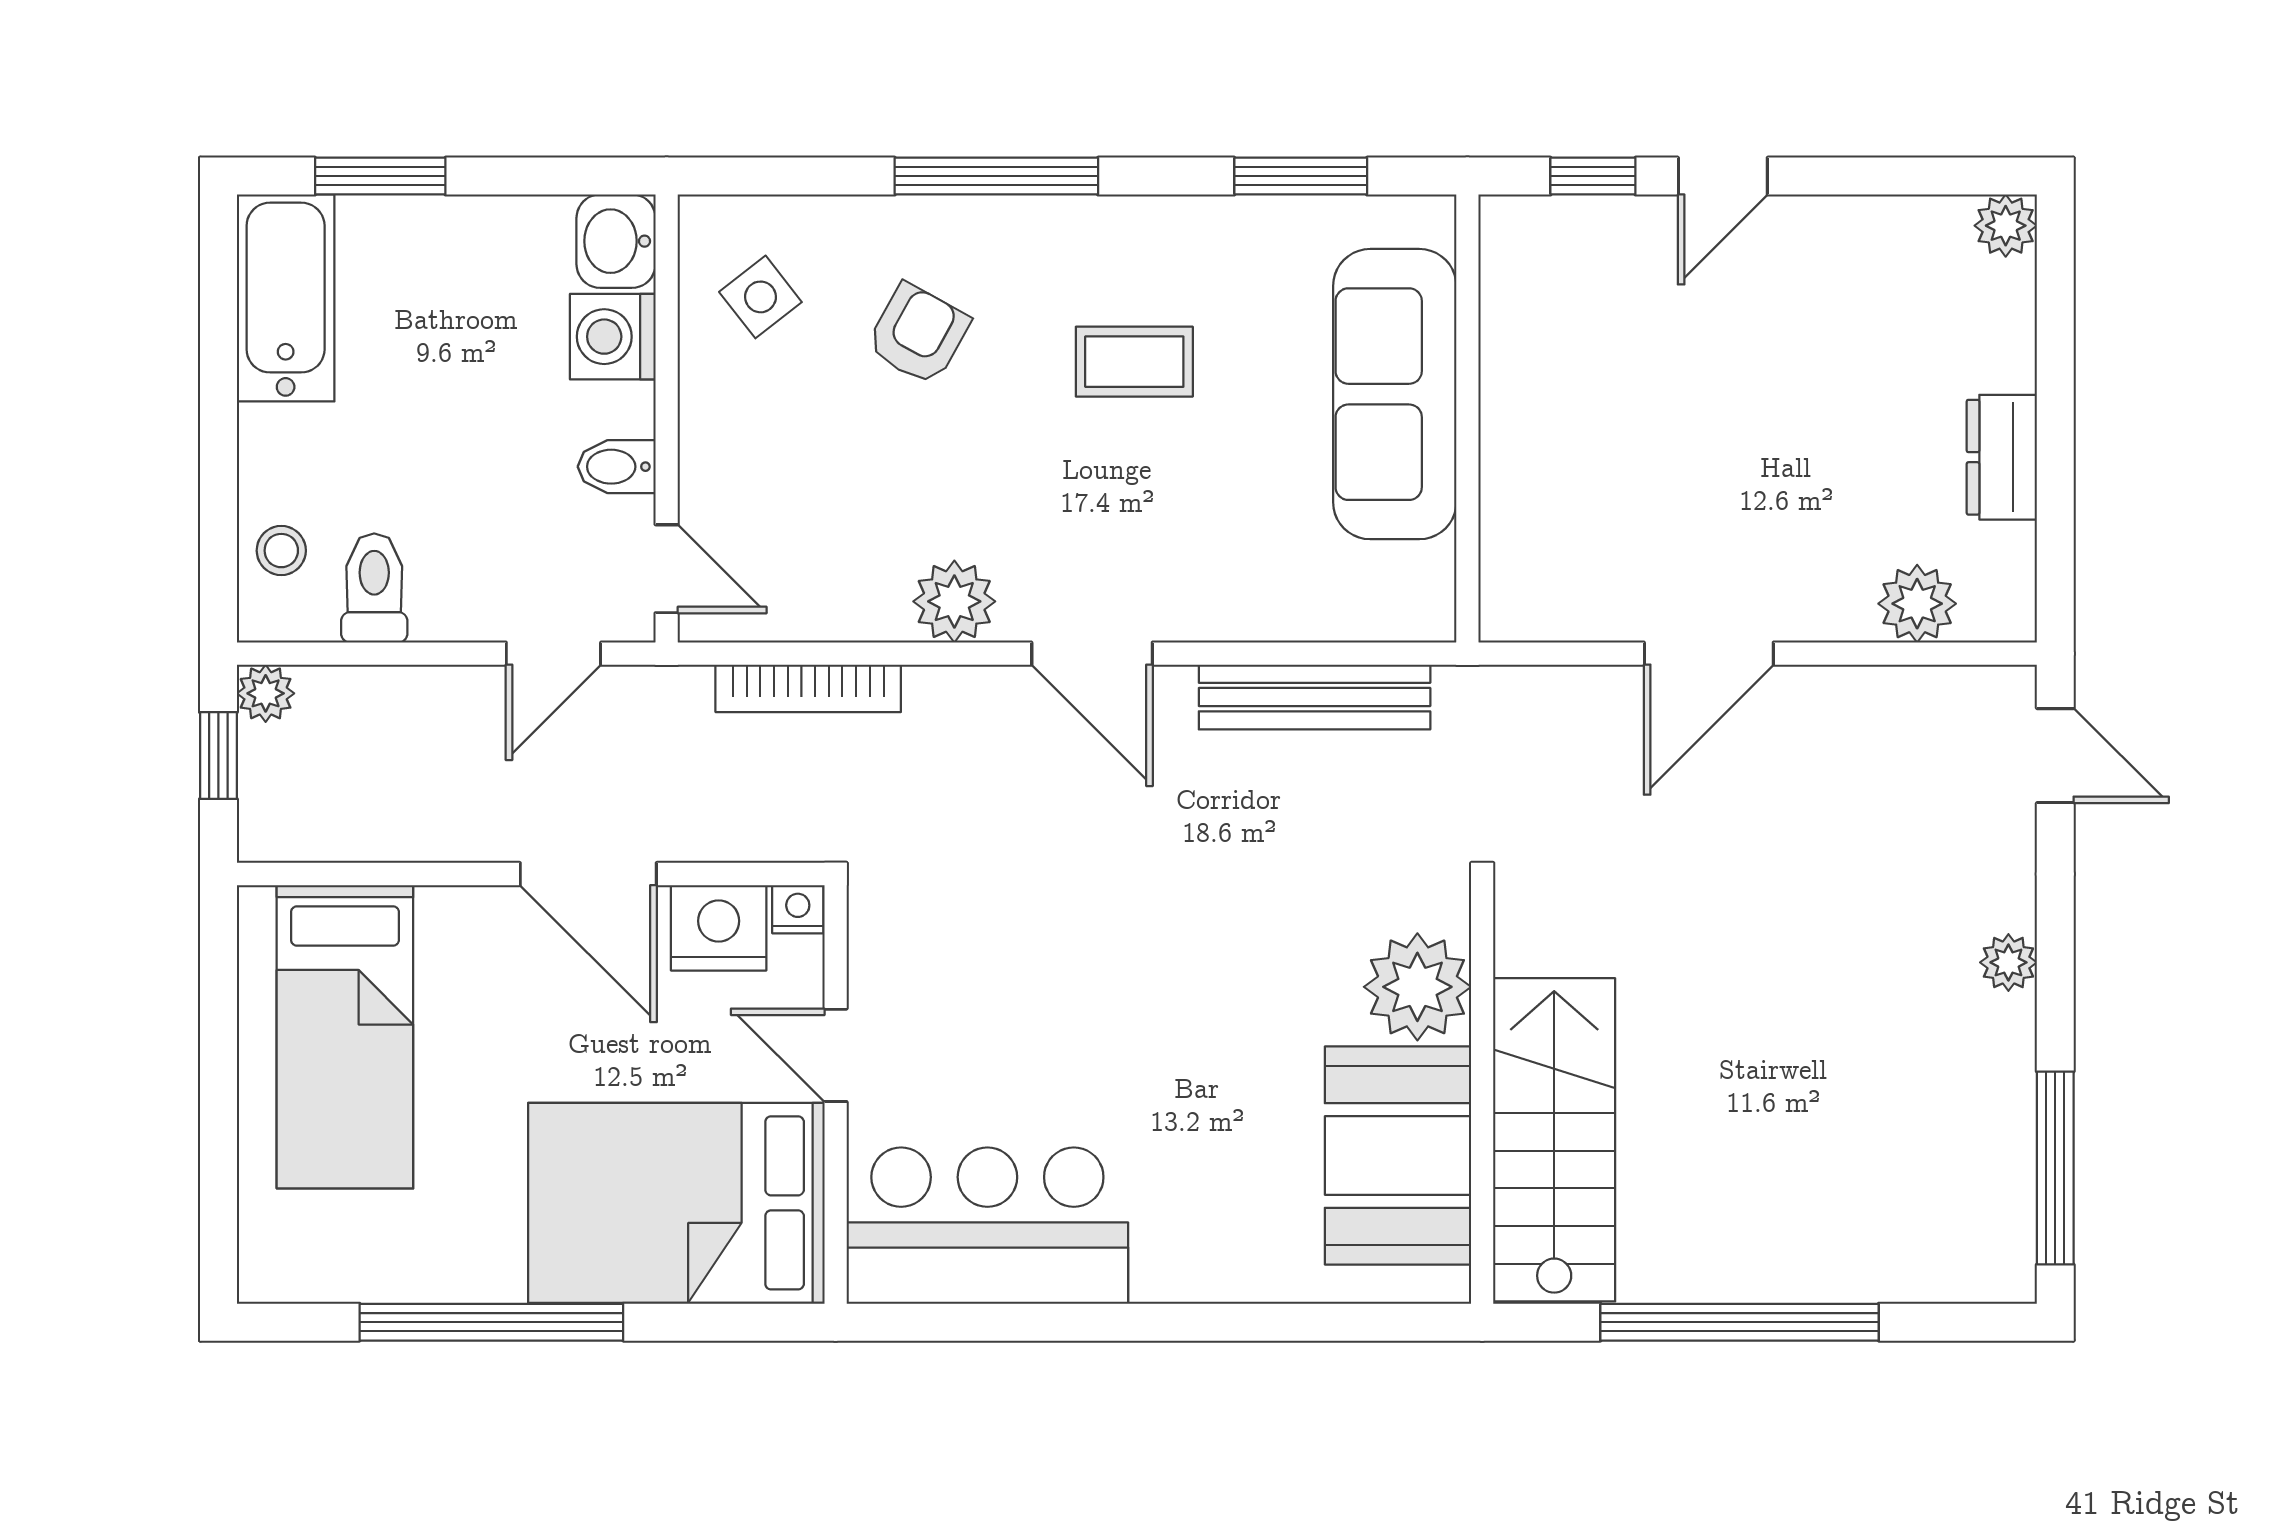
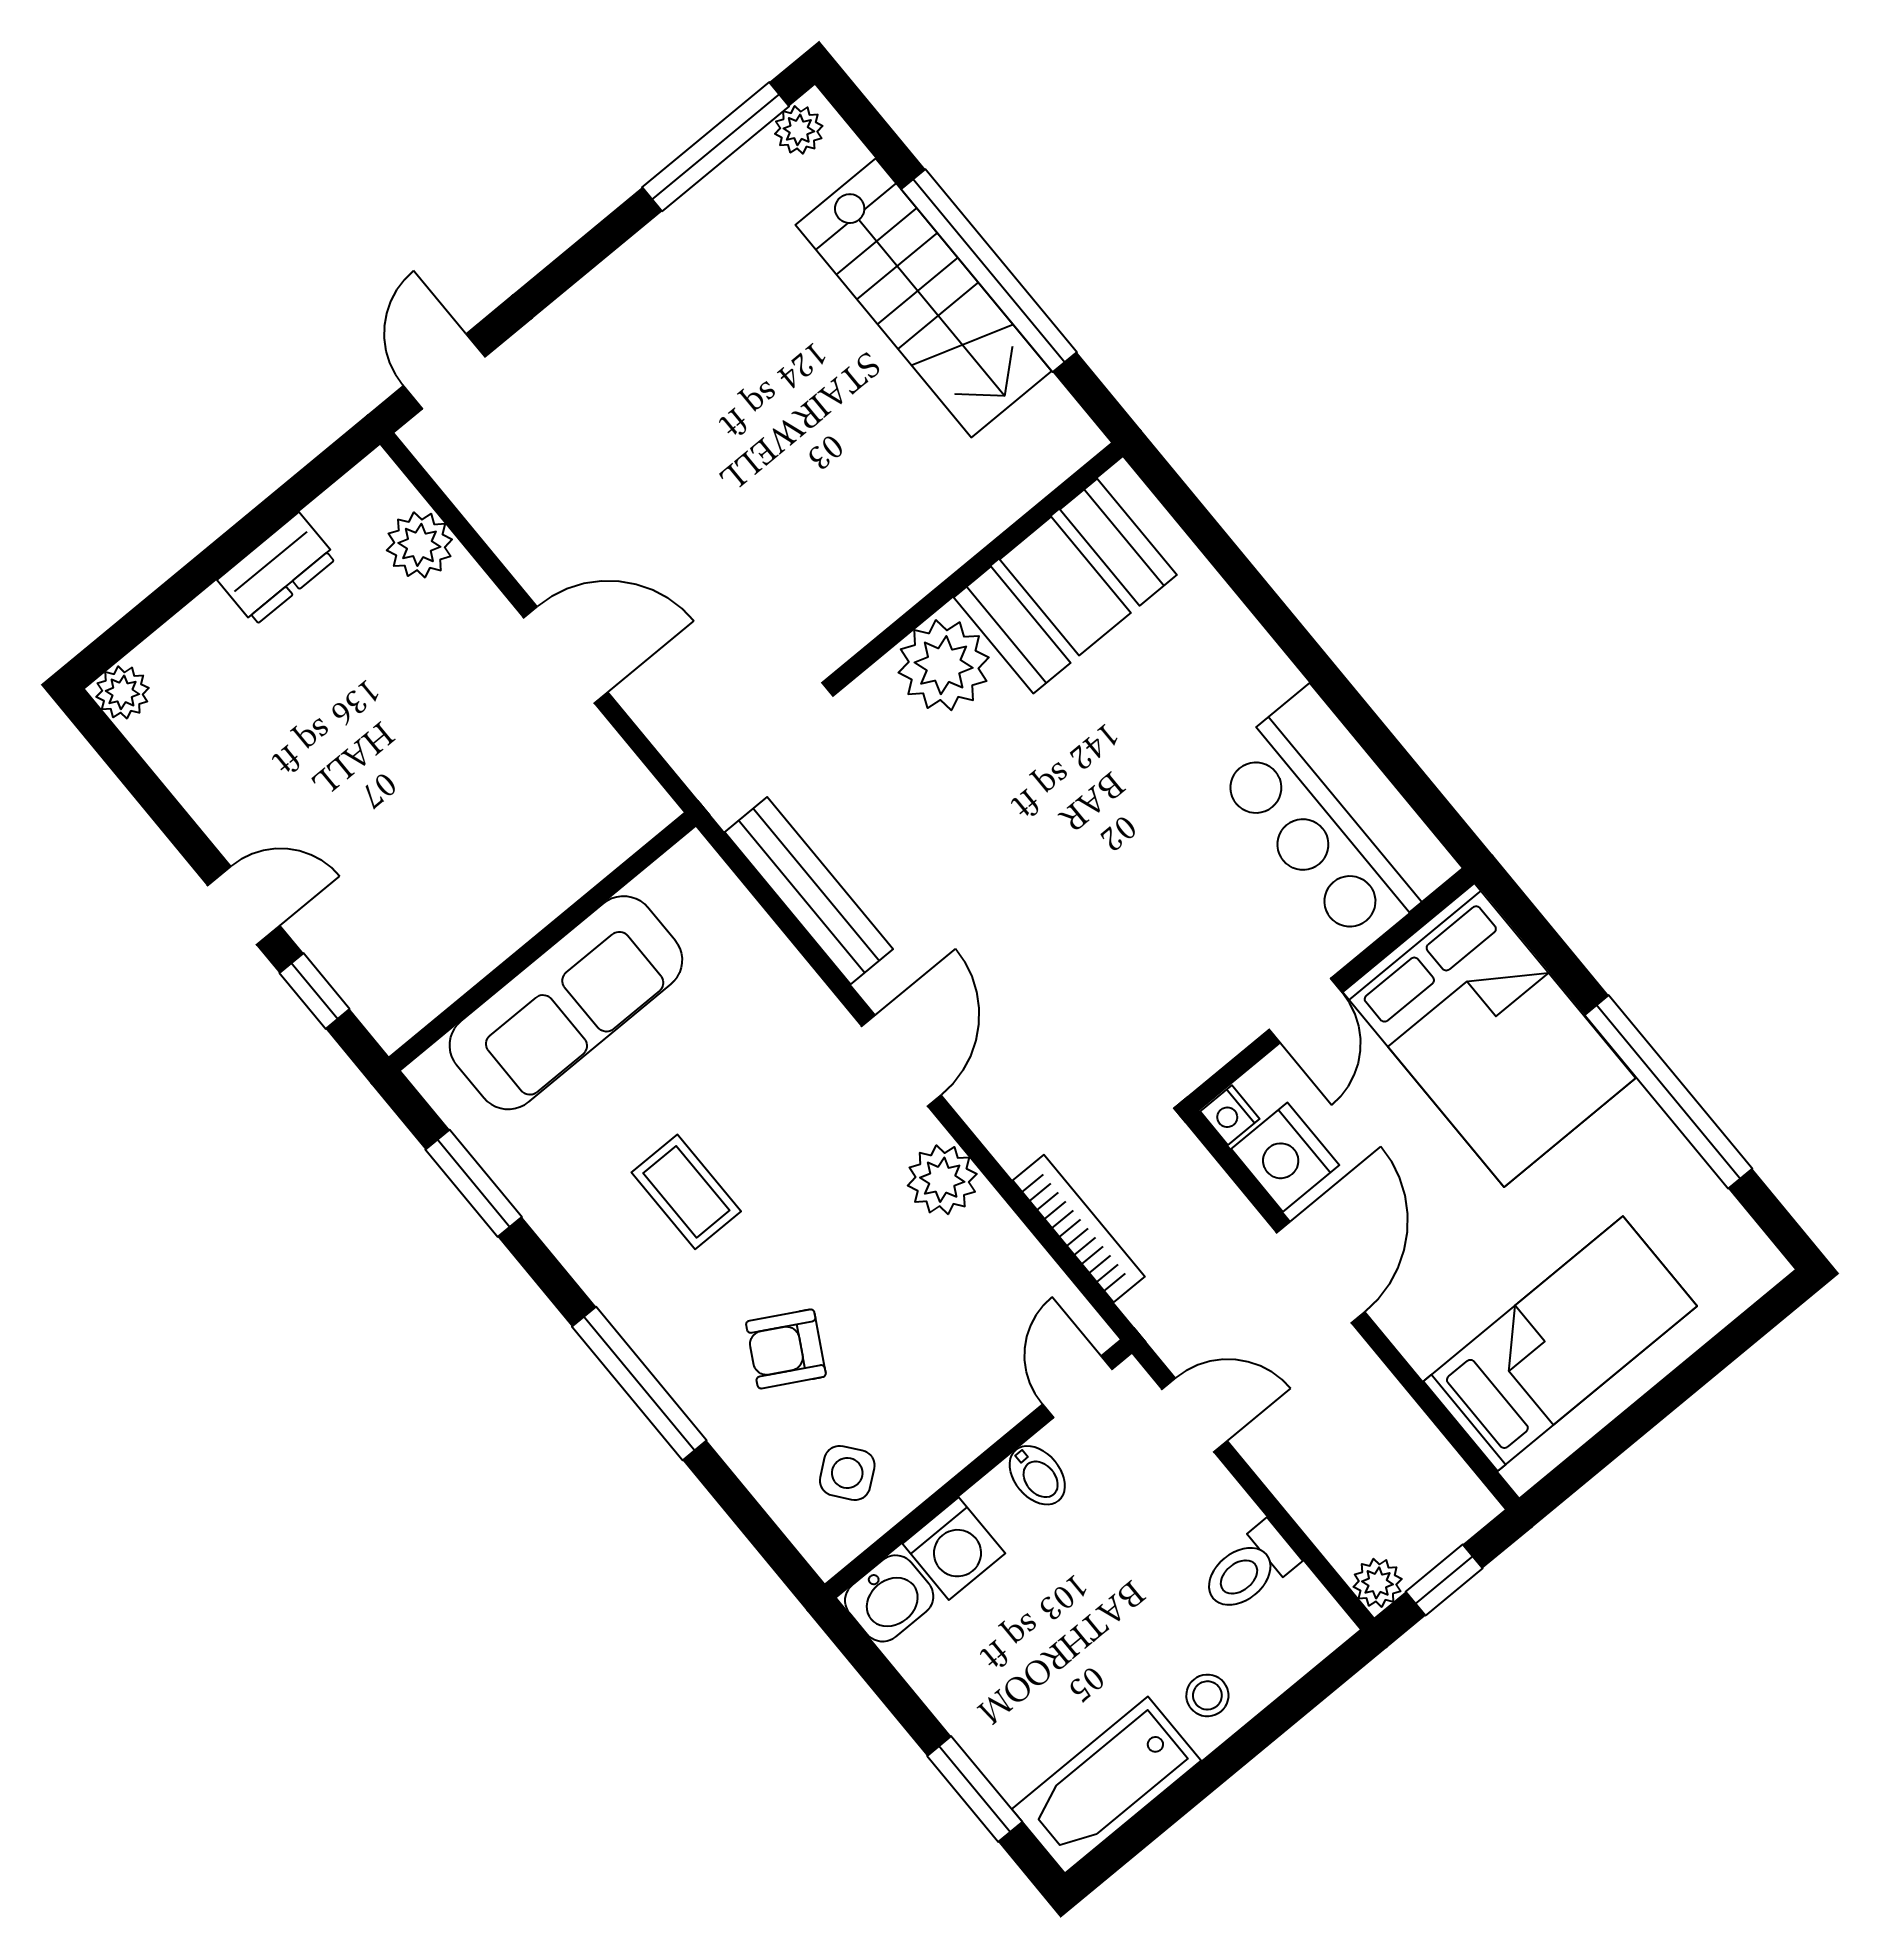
stool: (281, 551) -> (1207, 1695), moved
plant: (2008, 962) -> (799, 130), moved
stairs: (1554, 1140) -> (924, 298), moved, turned -90

